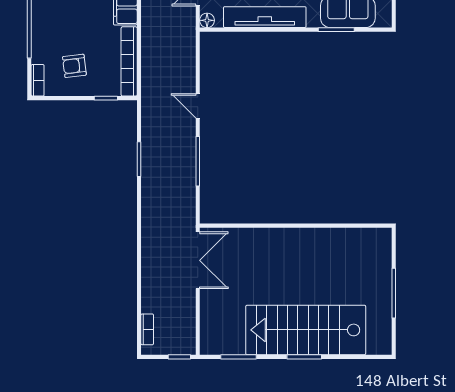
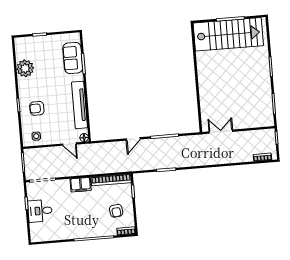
double door: (198, 260) -> (221, 132), width x0.73
stairs: (306, 330) -> (228, 34), moved, turned -90

